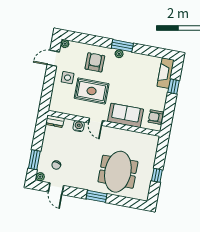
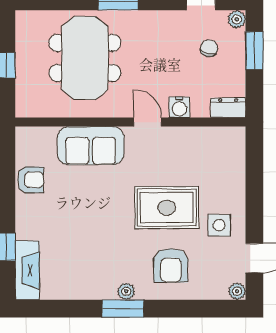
sofa: (126, 115) -> (91, 146), moved
dresser: (55, 121) -> (228, 108), moved
door: (96, 122) -> (147, 122), moved
wall: (104, 123) -> (130, 122), moved
water cooler: (79, 126) -> (179, 107), moved

